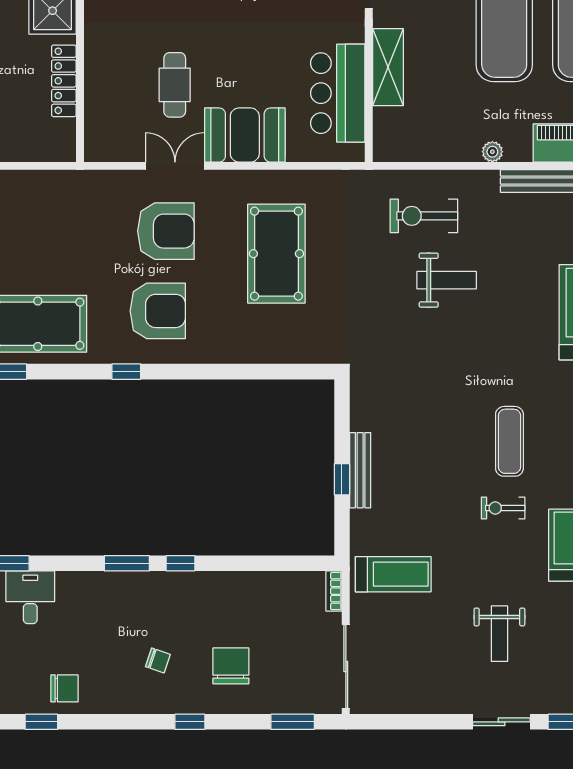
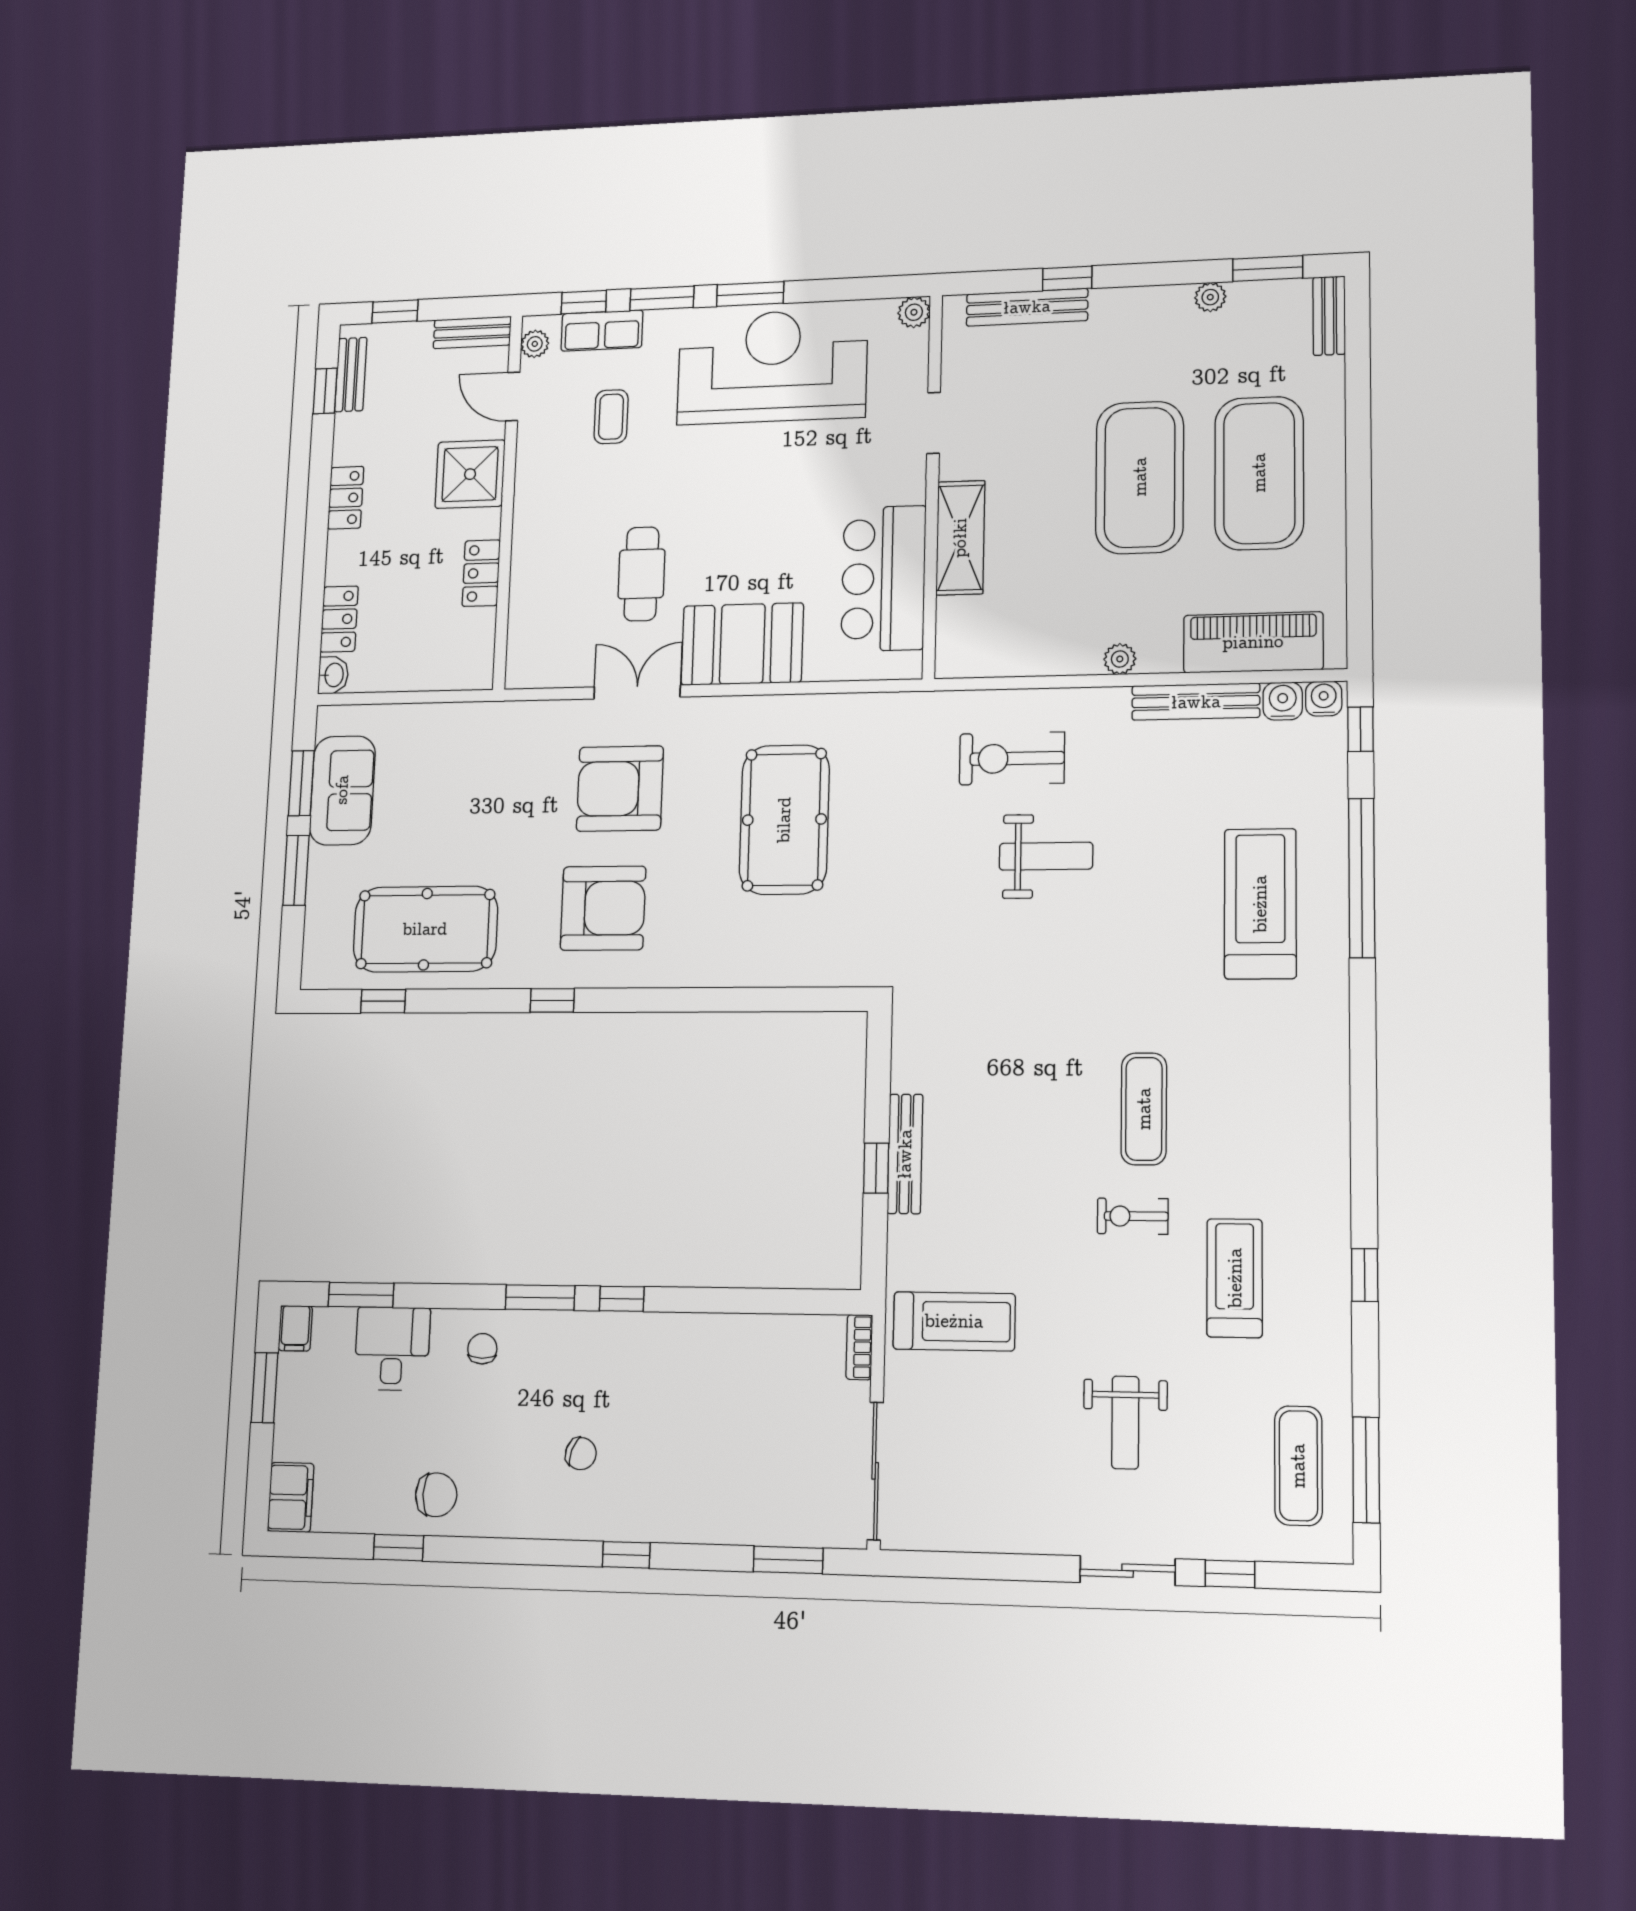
locker: (64, 81) -> (481, 573), width x0.66
armchair: (166, 231) -> (620, 789), turned 180
chair: (231, 666) -> (482, 1349), moved, width x0.54, depth x0.54

